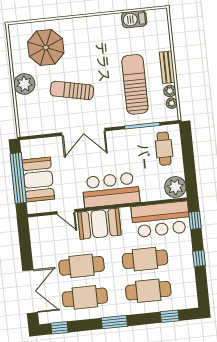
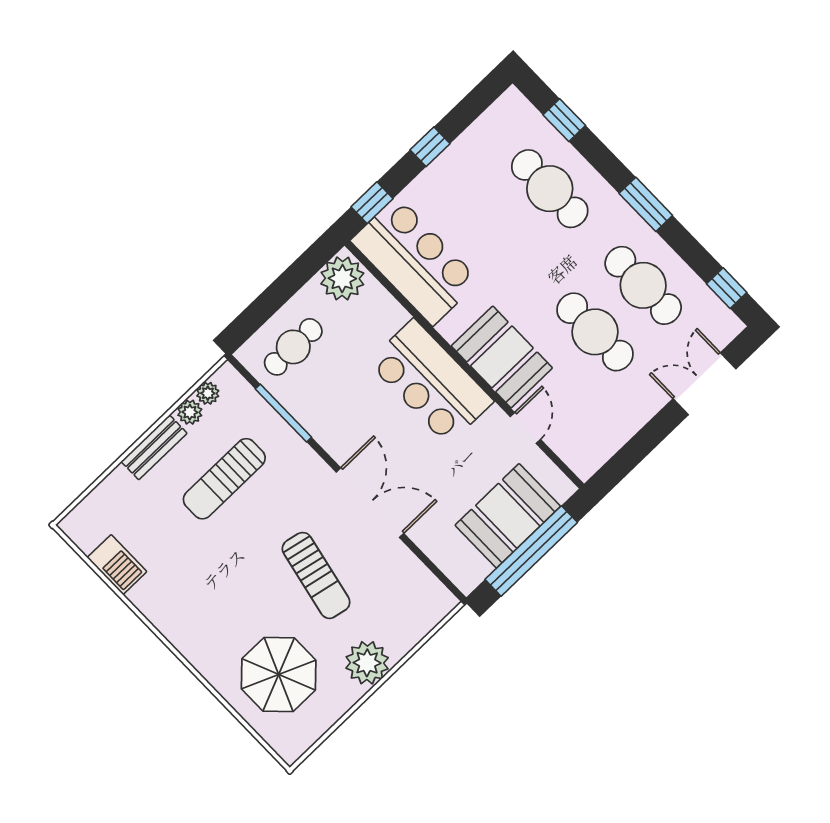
sun lounger: (135, 84) -> (224, 479), width x0.73, depth x0.75
cafe table: (145, 259) -> (502, 235), removed
double door: (30, 292) -> (704, 384), width x0.73

